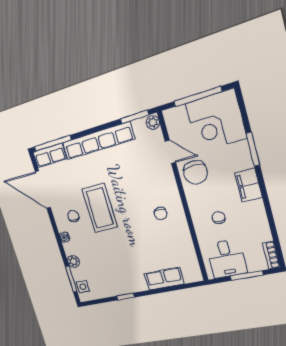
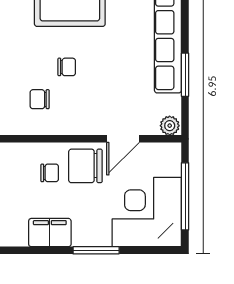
window: (135, 117) -> (185, 75), moved
chair: (136, 201) -> (67, 67), added
chair: (219, 218) -> (50, 173), moved

